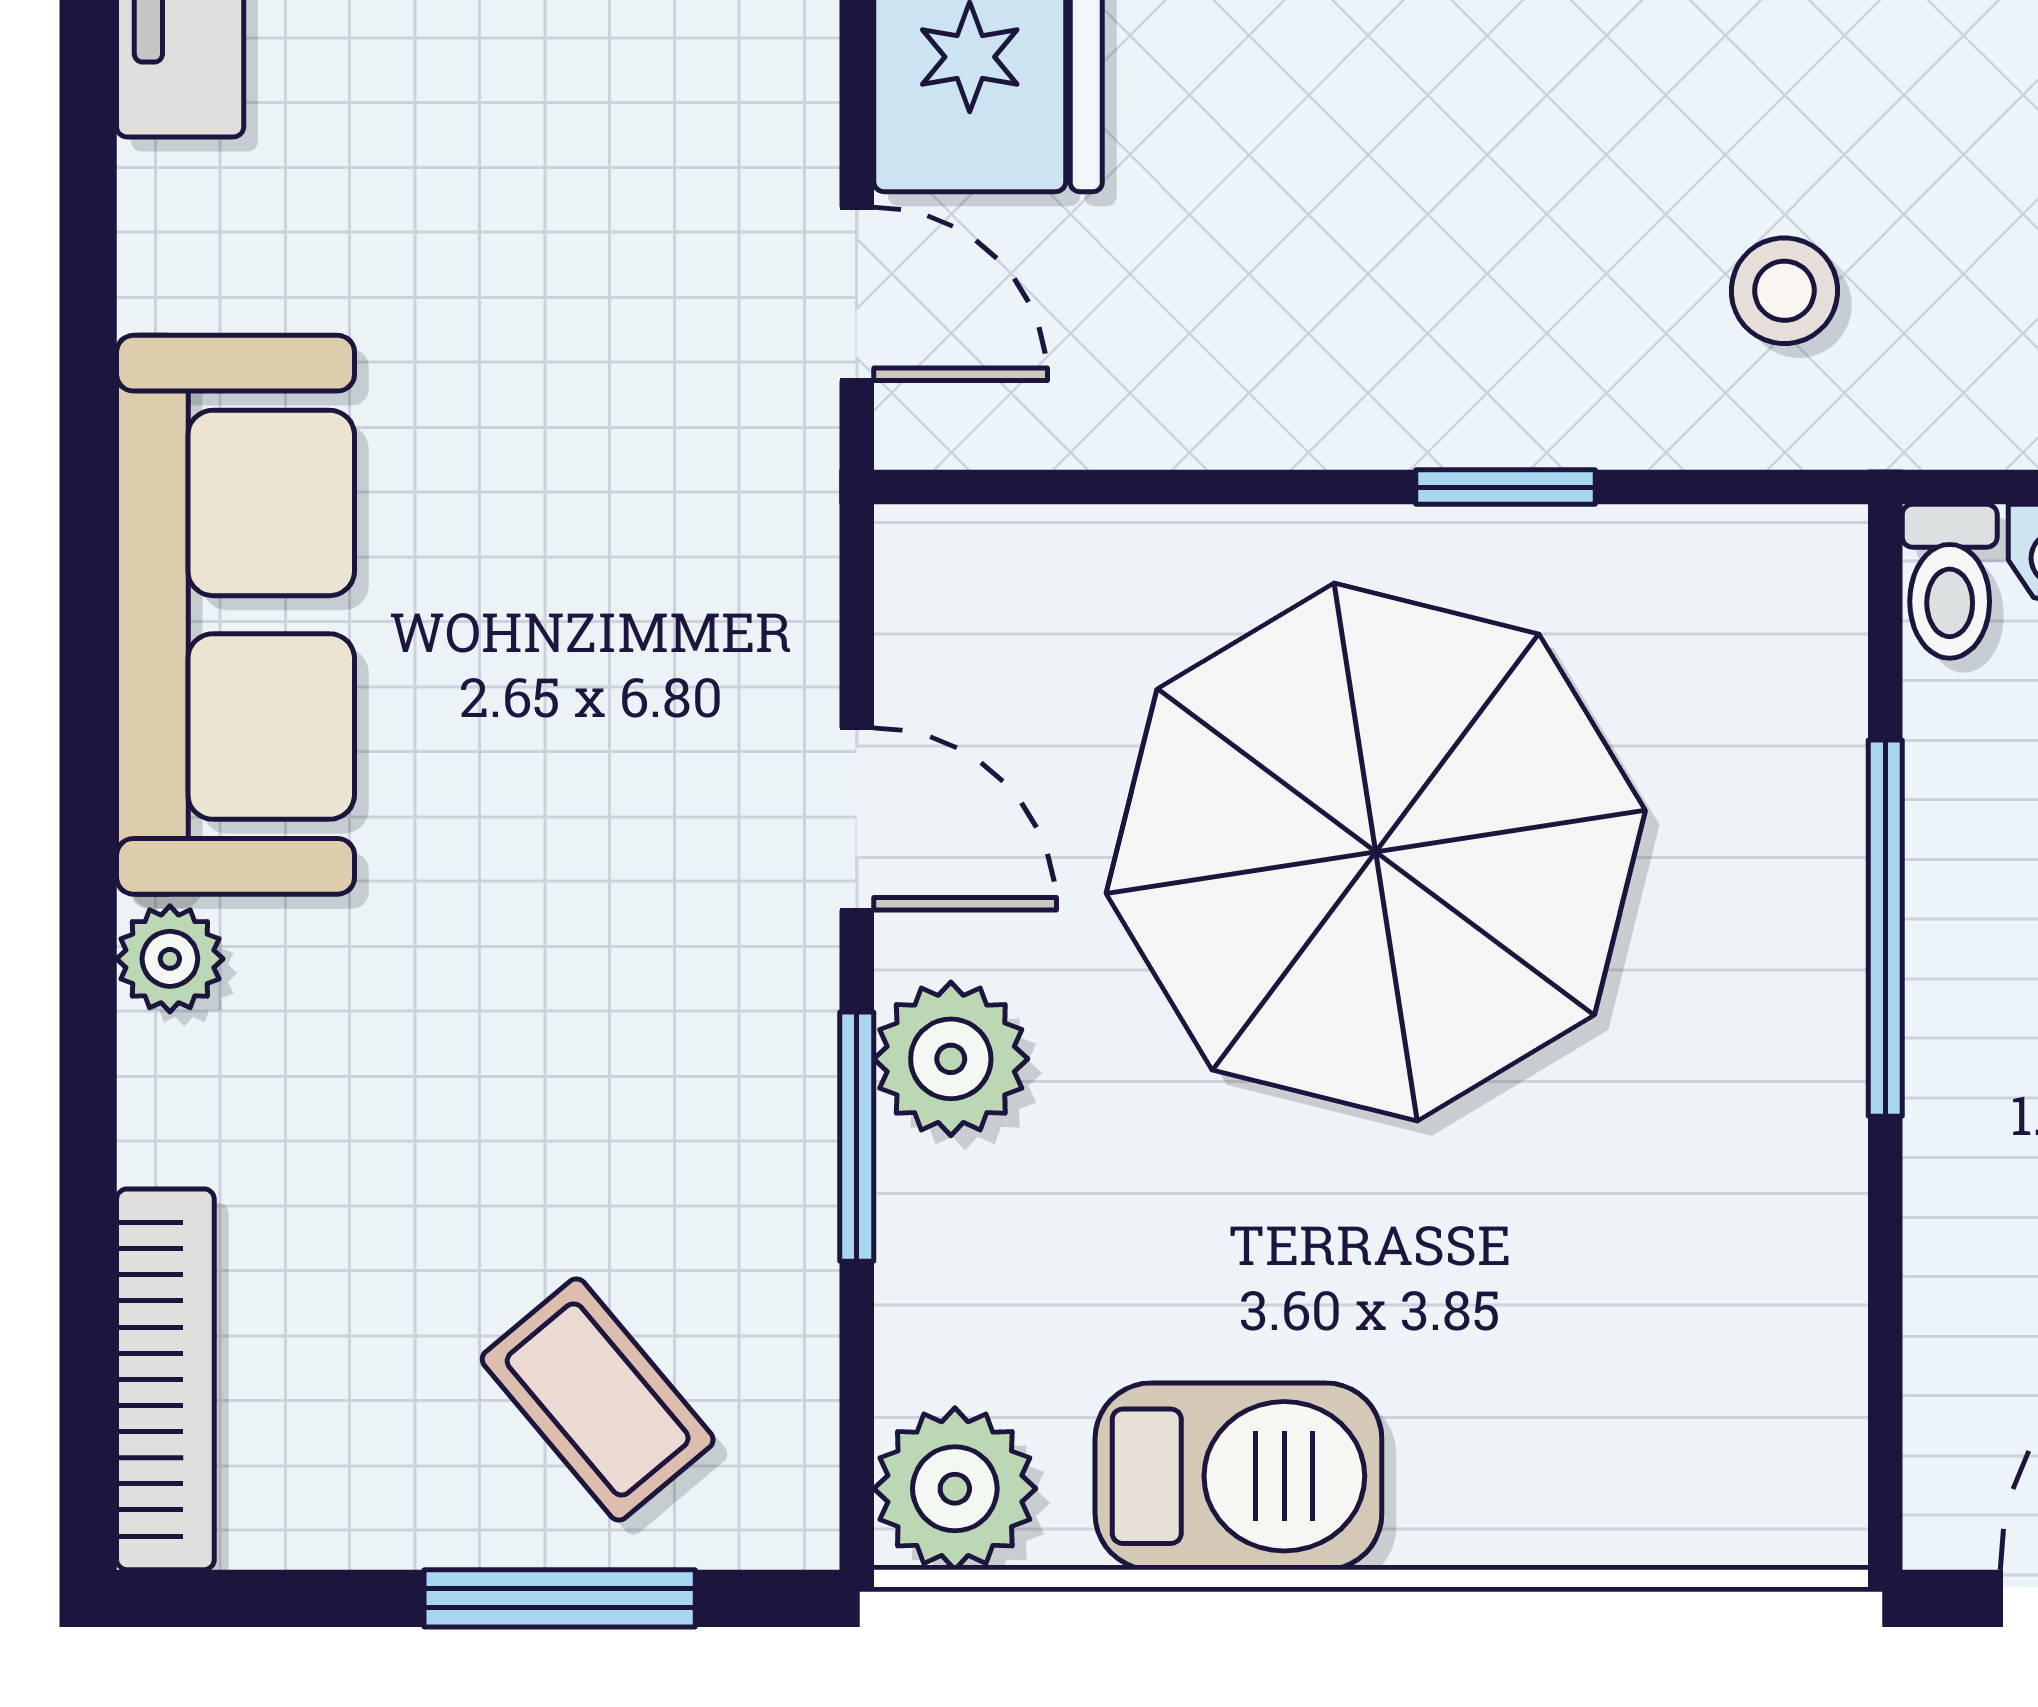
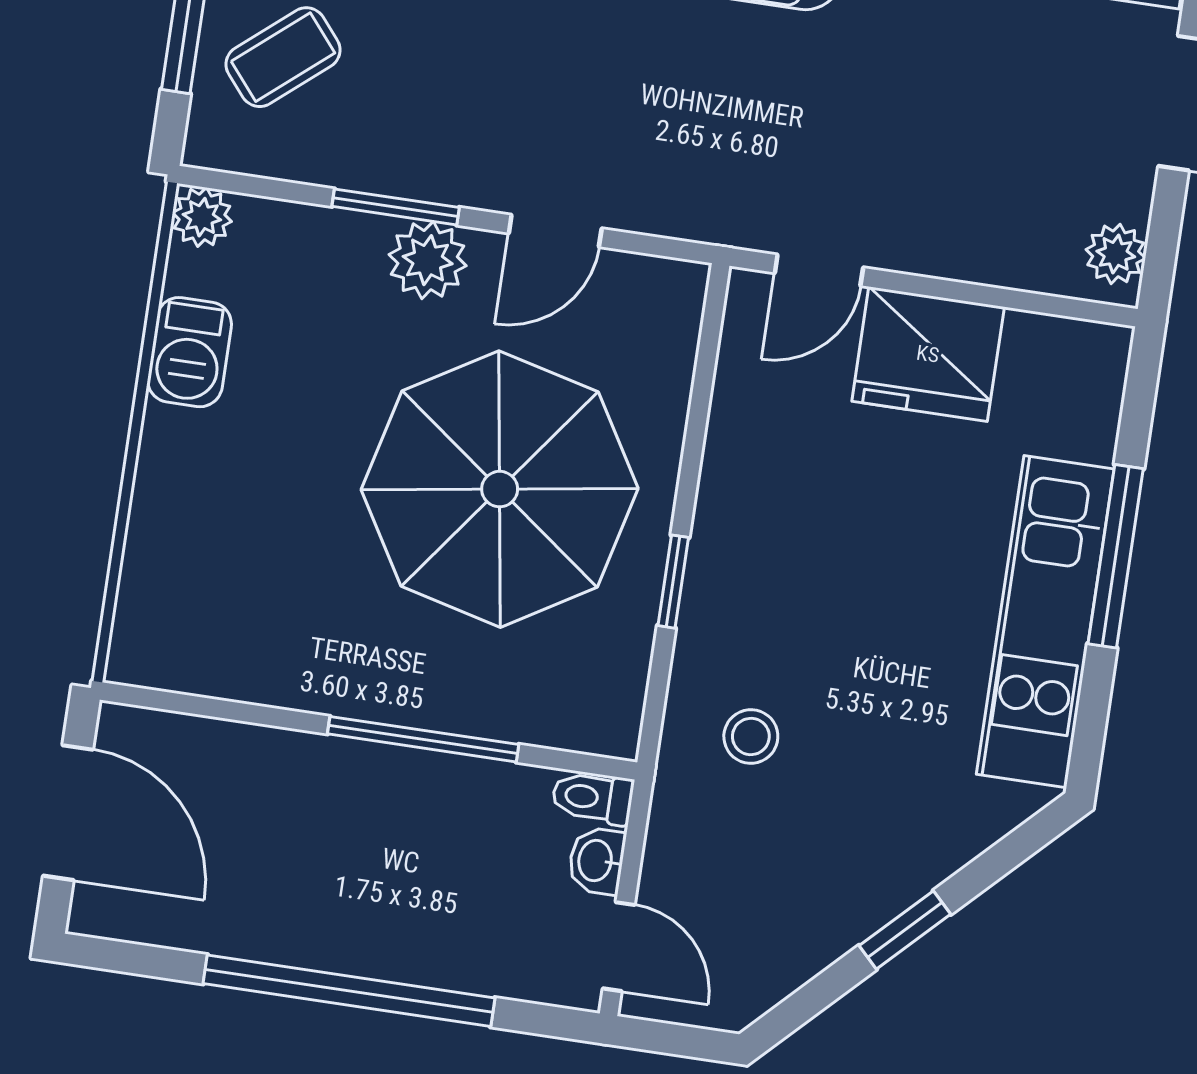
barbecue: (1238, 1476) -> (189, 352), width x0.73, depth x0.79
plant: (955, 1489) -> (202, 217), width x0.73, depth x0.73

